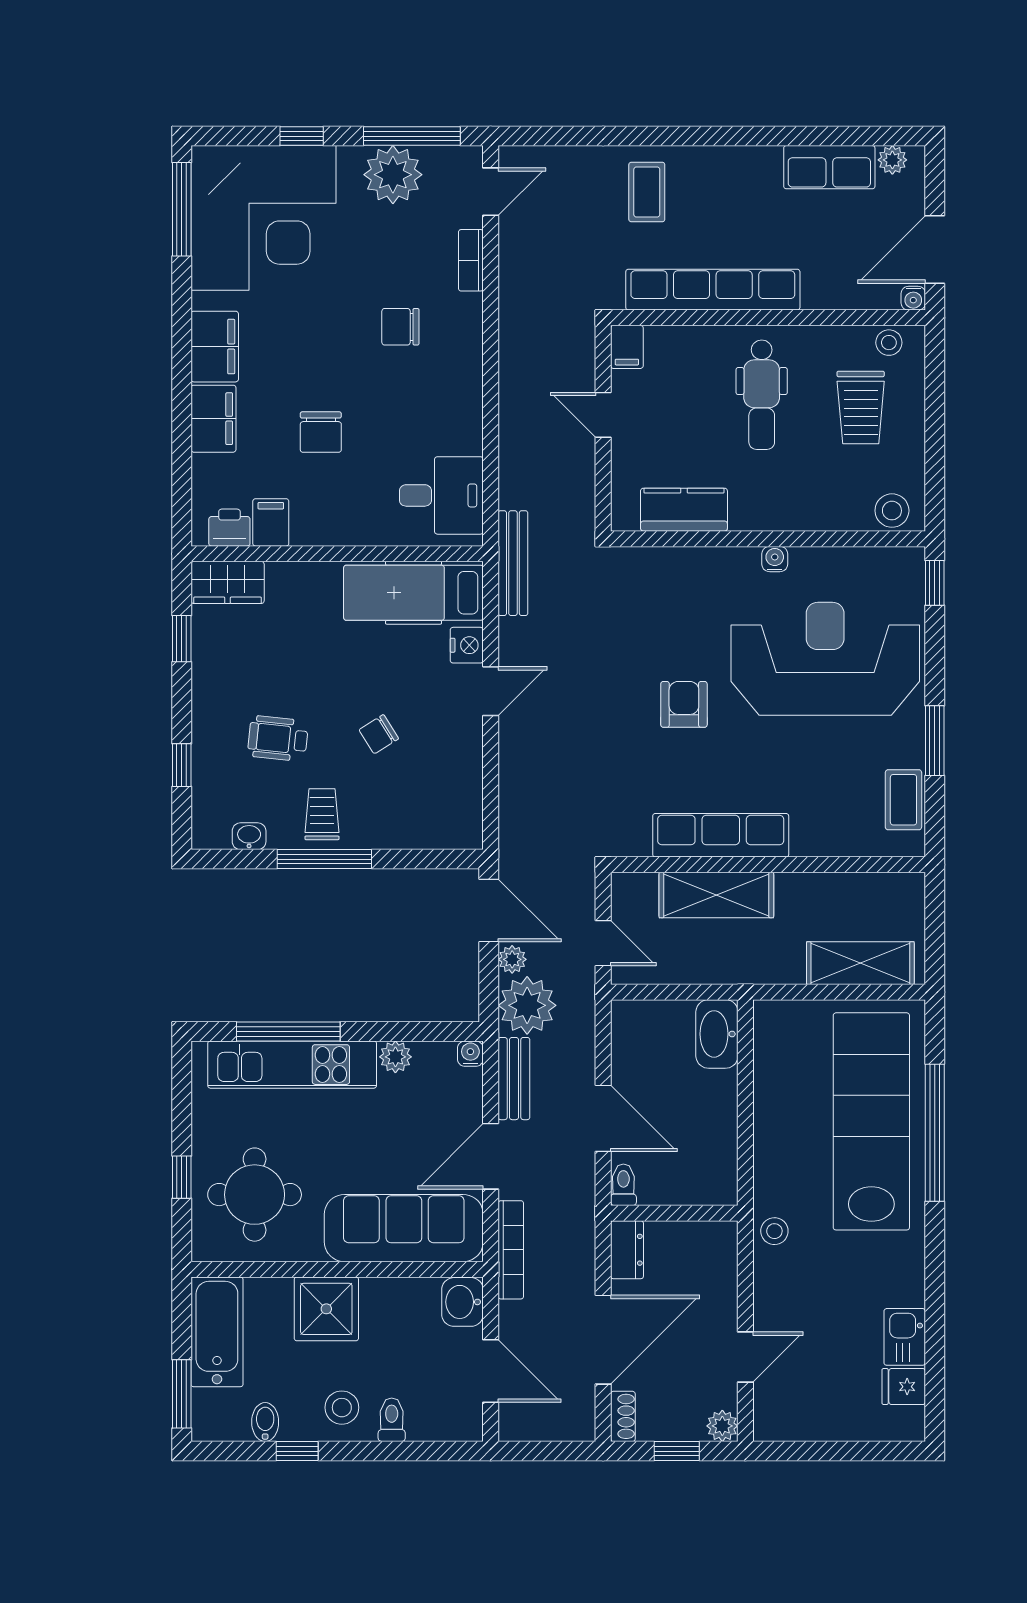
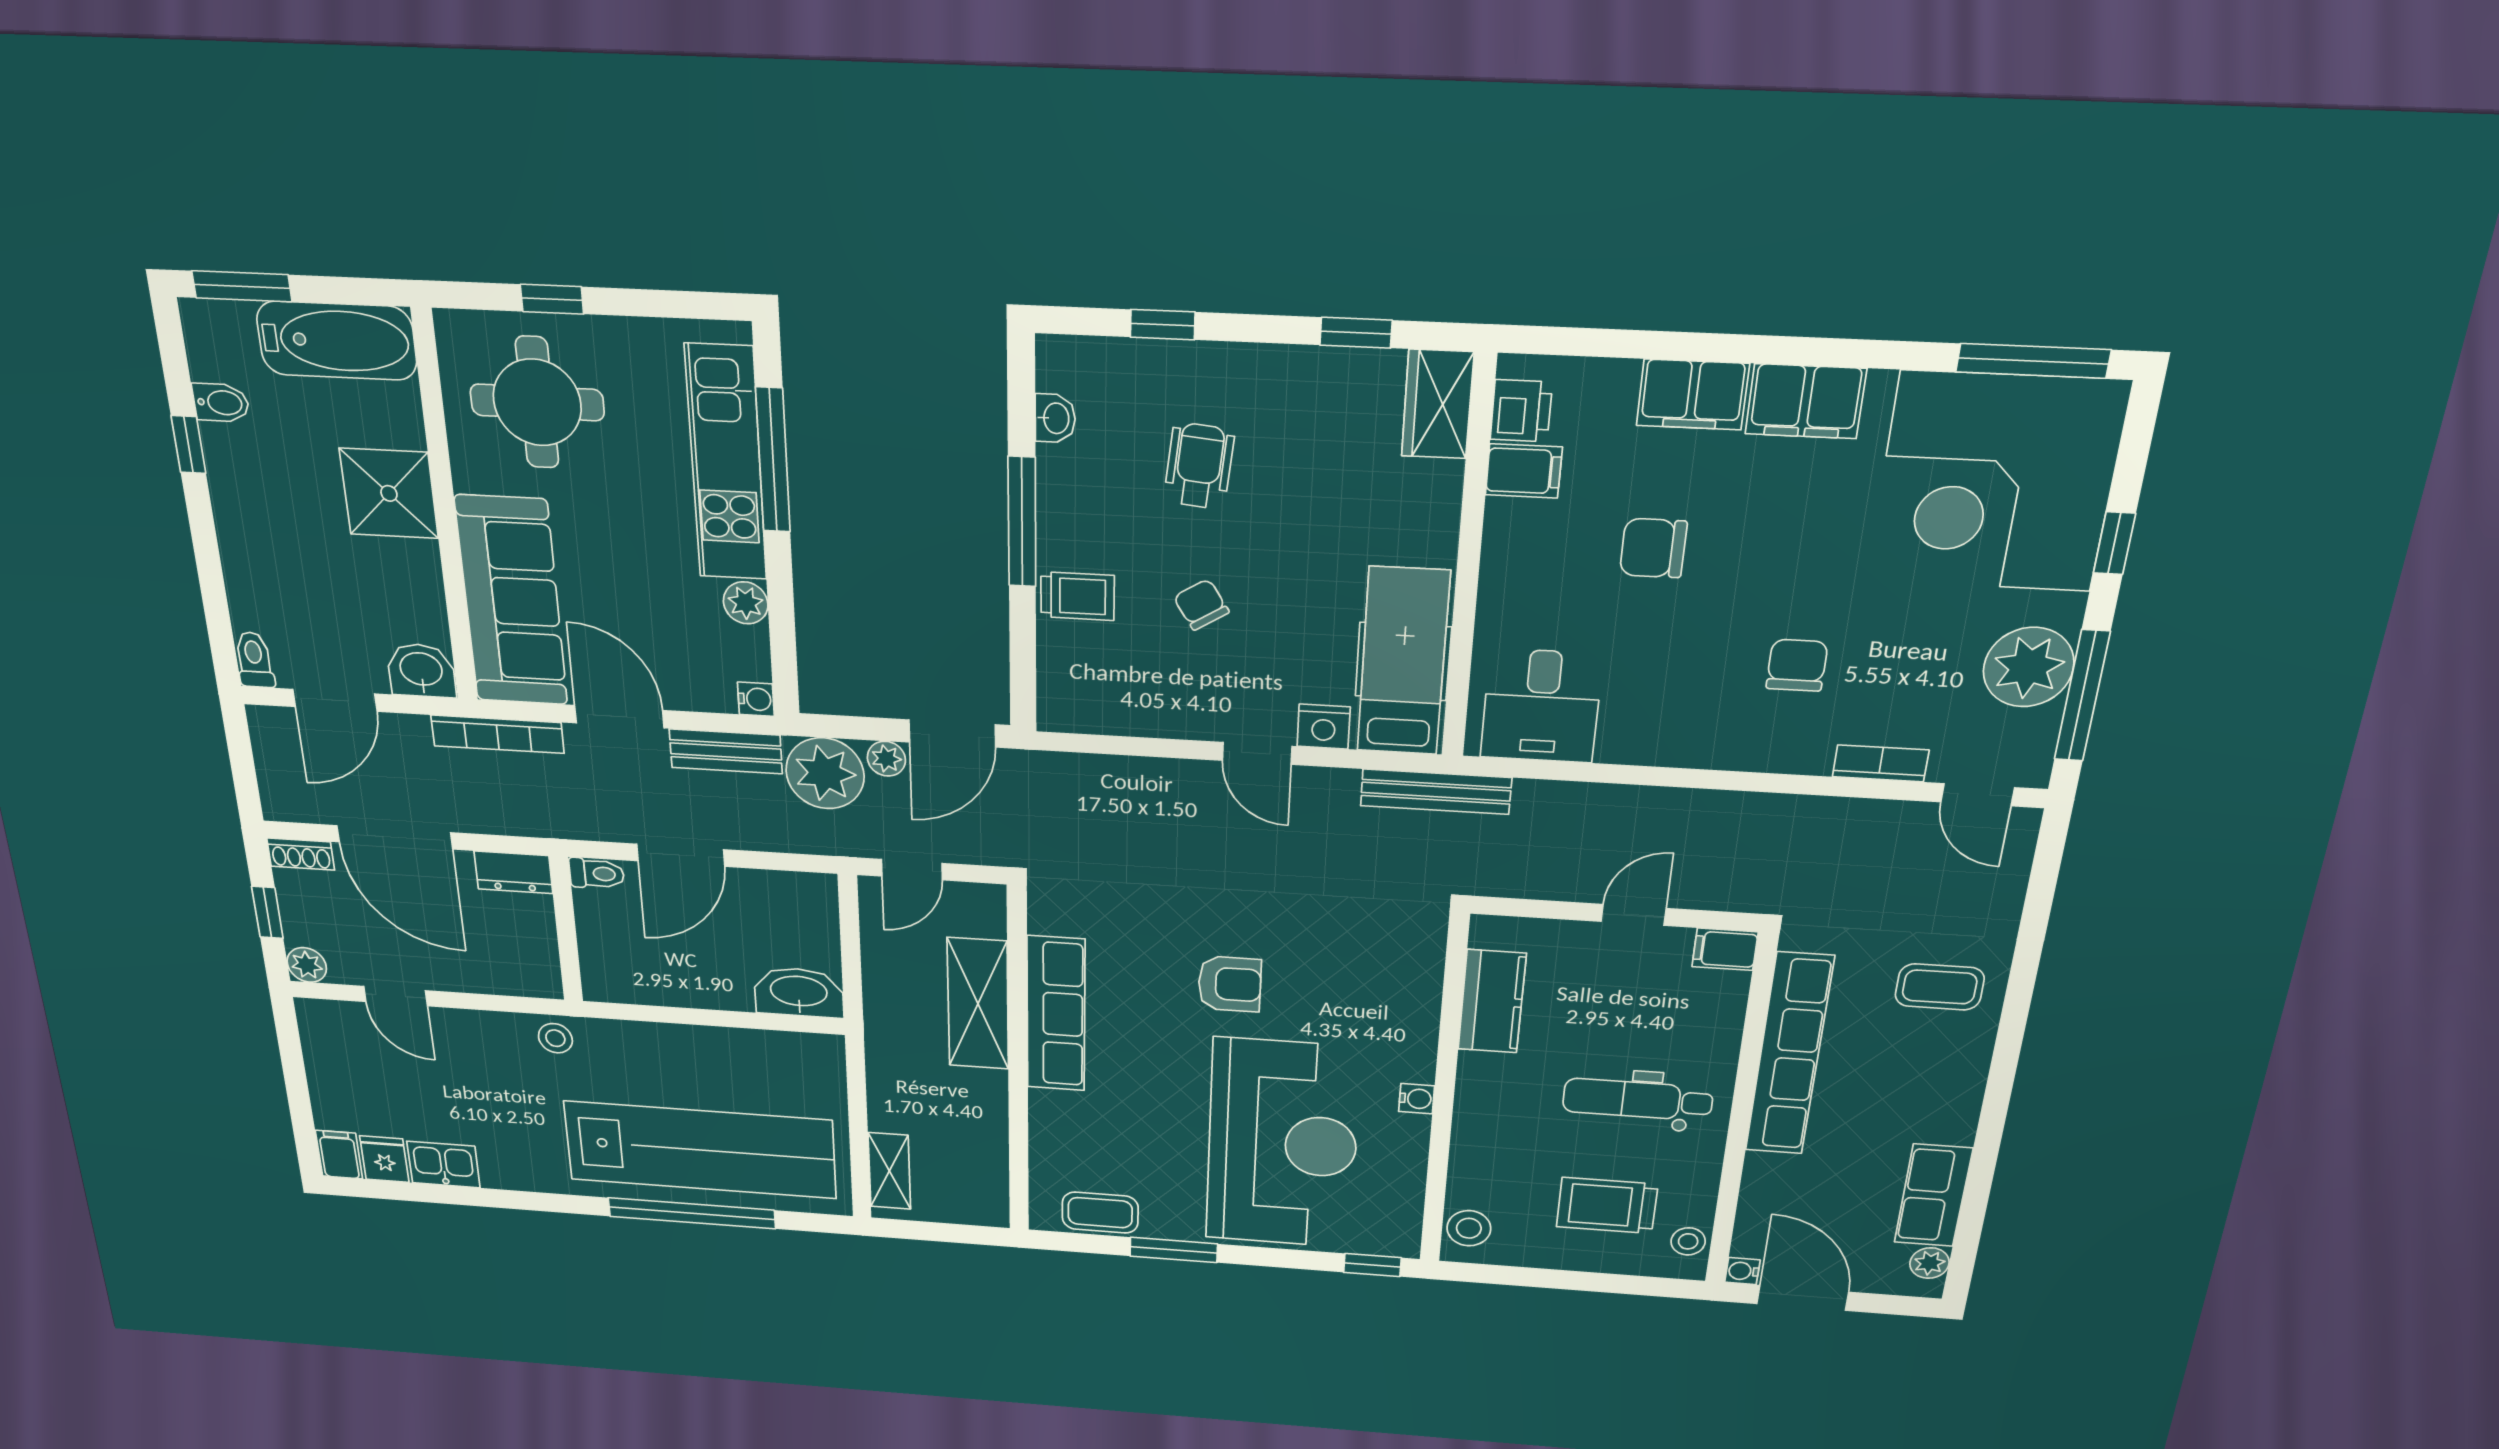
trolley: (322, 814) -> (1077, 596), moved
shelving: (860, 963) -> (889, 1171), width x0.67, depth x0.75
stool: (342, 1408) -> (257, 507), removed
toilet: (392, 1420) -> (254, 660), moved, turned -90
filing cabinet: (903, 1425) -> (339, 1155), added

